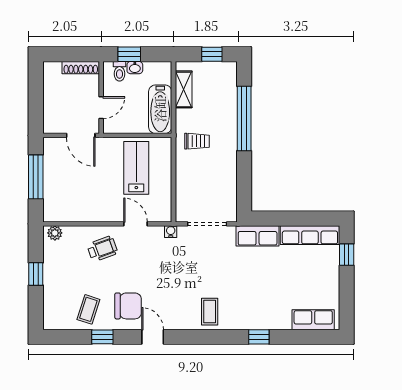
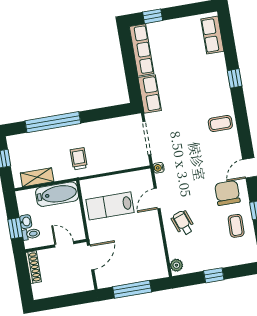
coffee table: (88, 309) -> (236, 226), turned 73

